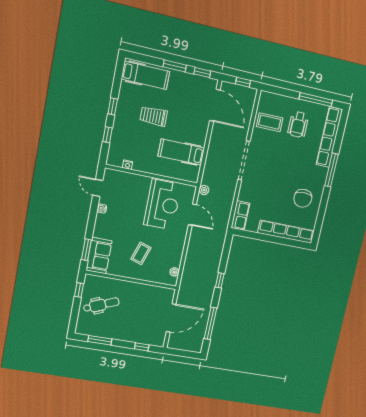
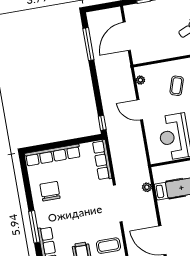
plant: (204, 190) -> (147, 187), moved
door: (192, 215) -> (140, 110), moved
row of seats: (240, 215) -> (102, 160), width x1.48
window: (220, 280) -> (102, 123), moved

